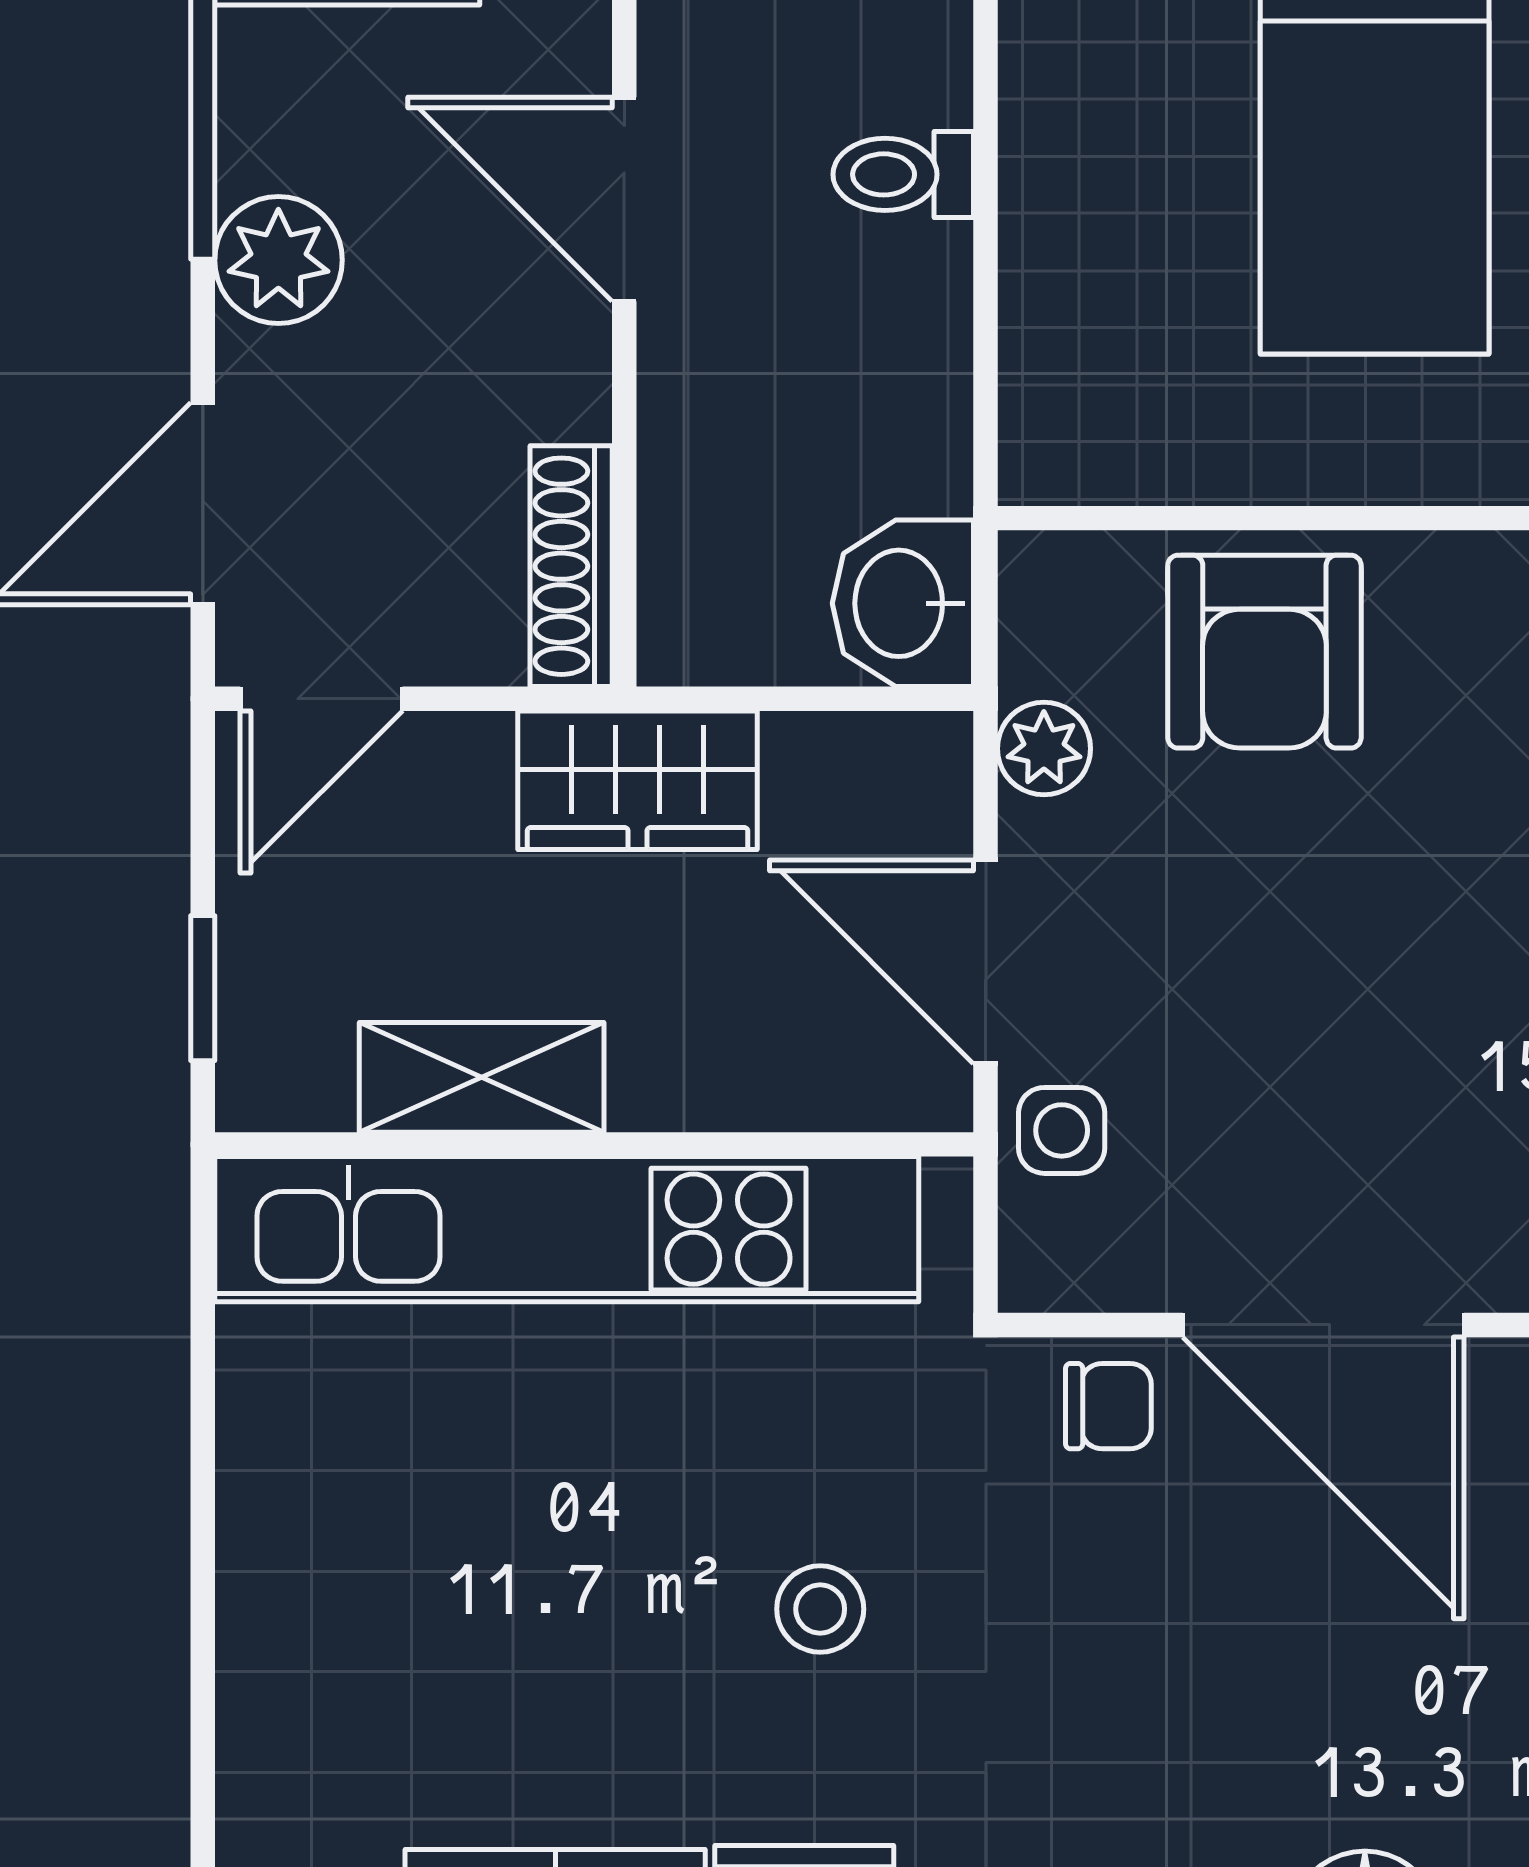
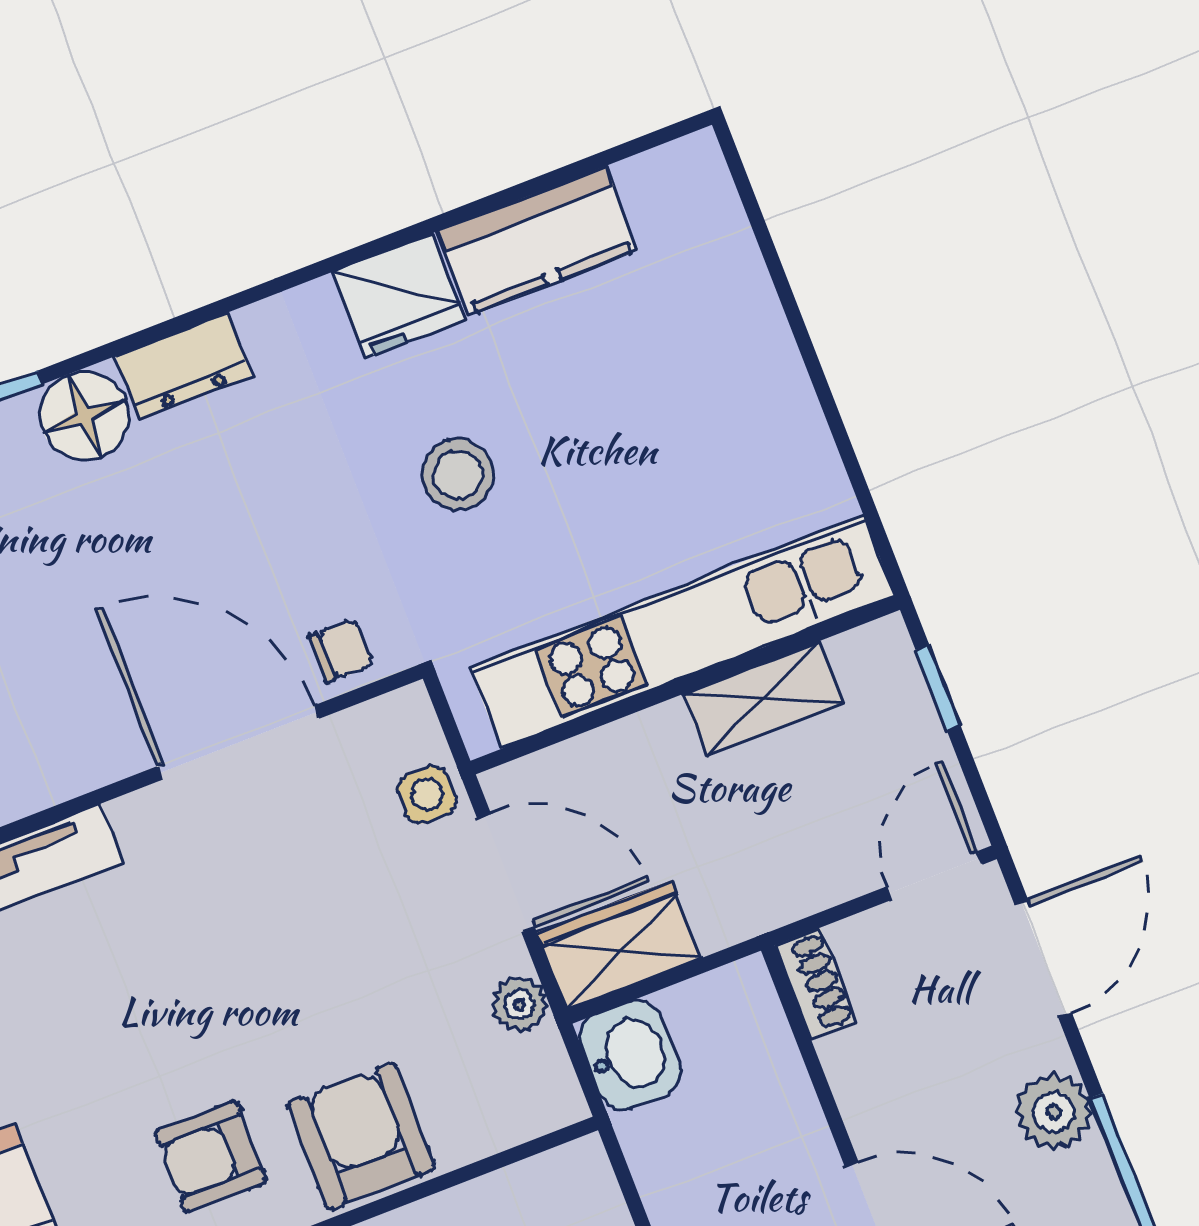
shoe rack: (571, 566) -> (816, 984), width x0.70
armchair: (1264, 652) -> (361, 1136), moved
wardrobe: (638, 780) -> (619, 945), moved
chair: (1108, 1406) -> (341, 651), turned 180
stool: (820, 1609) -> (458, 474), width x1.37, depth x1.37

